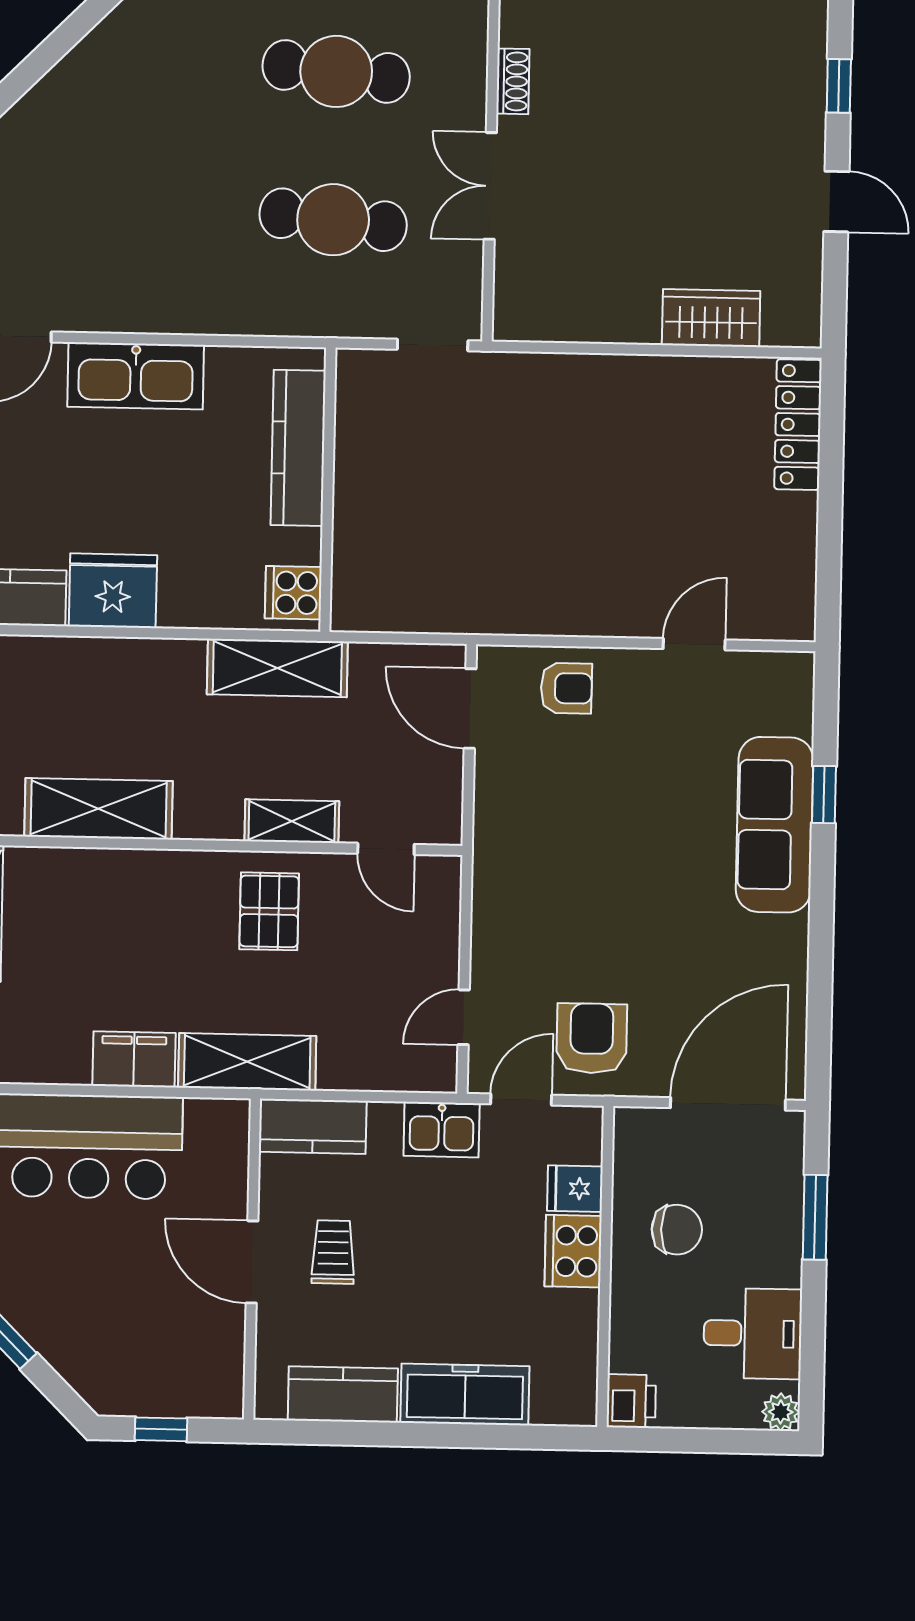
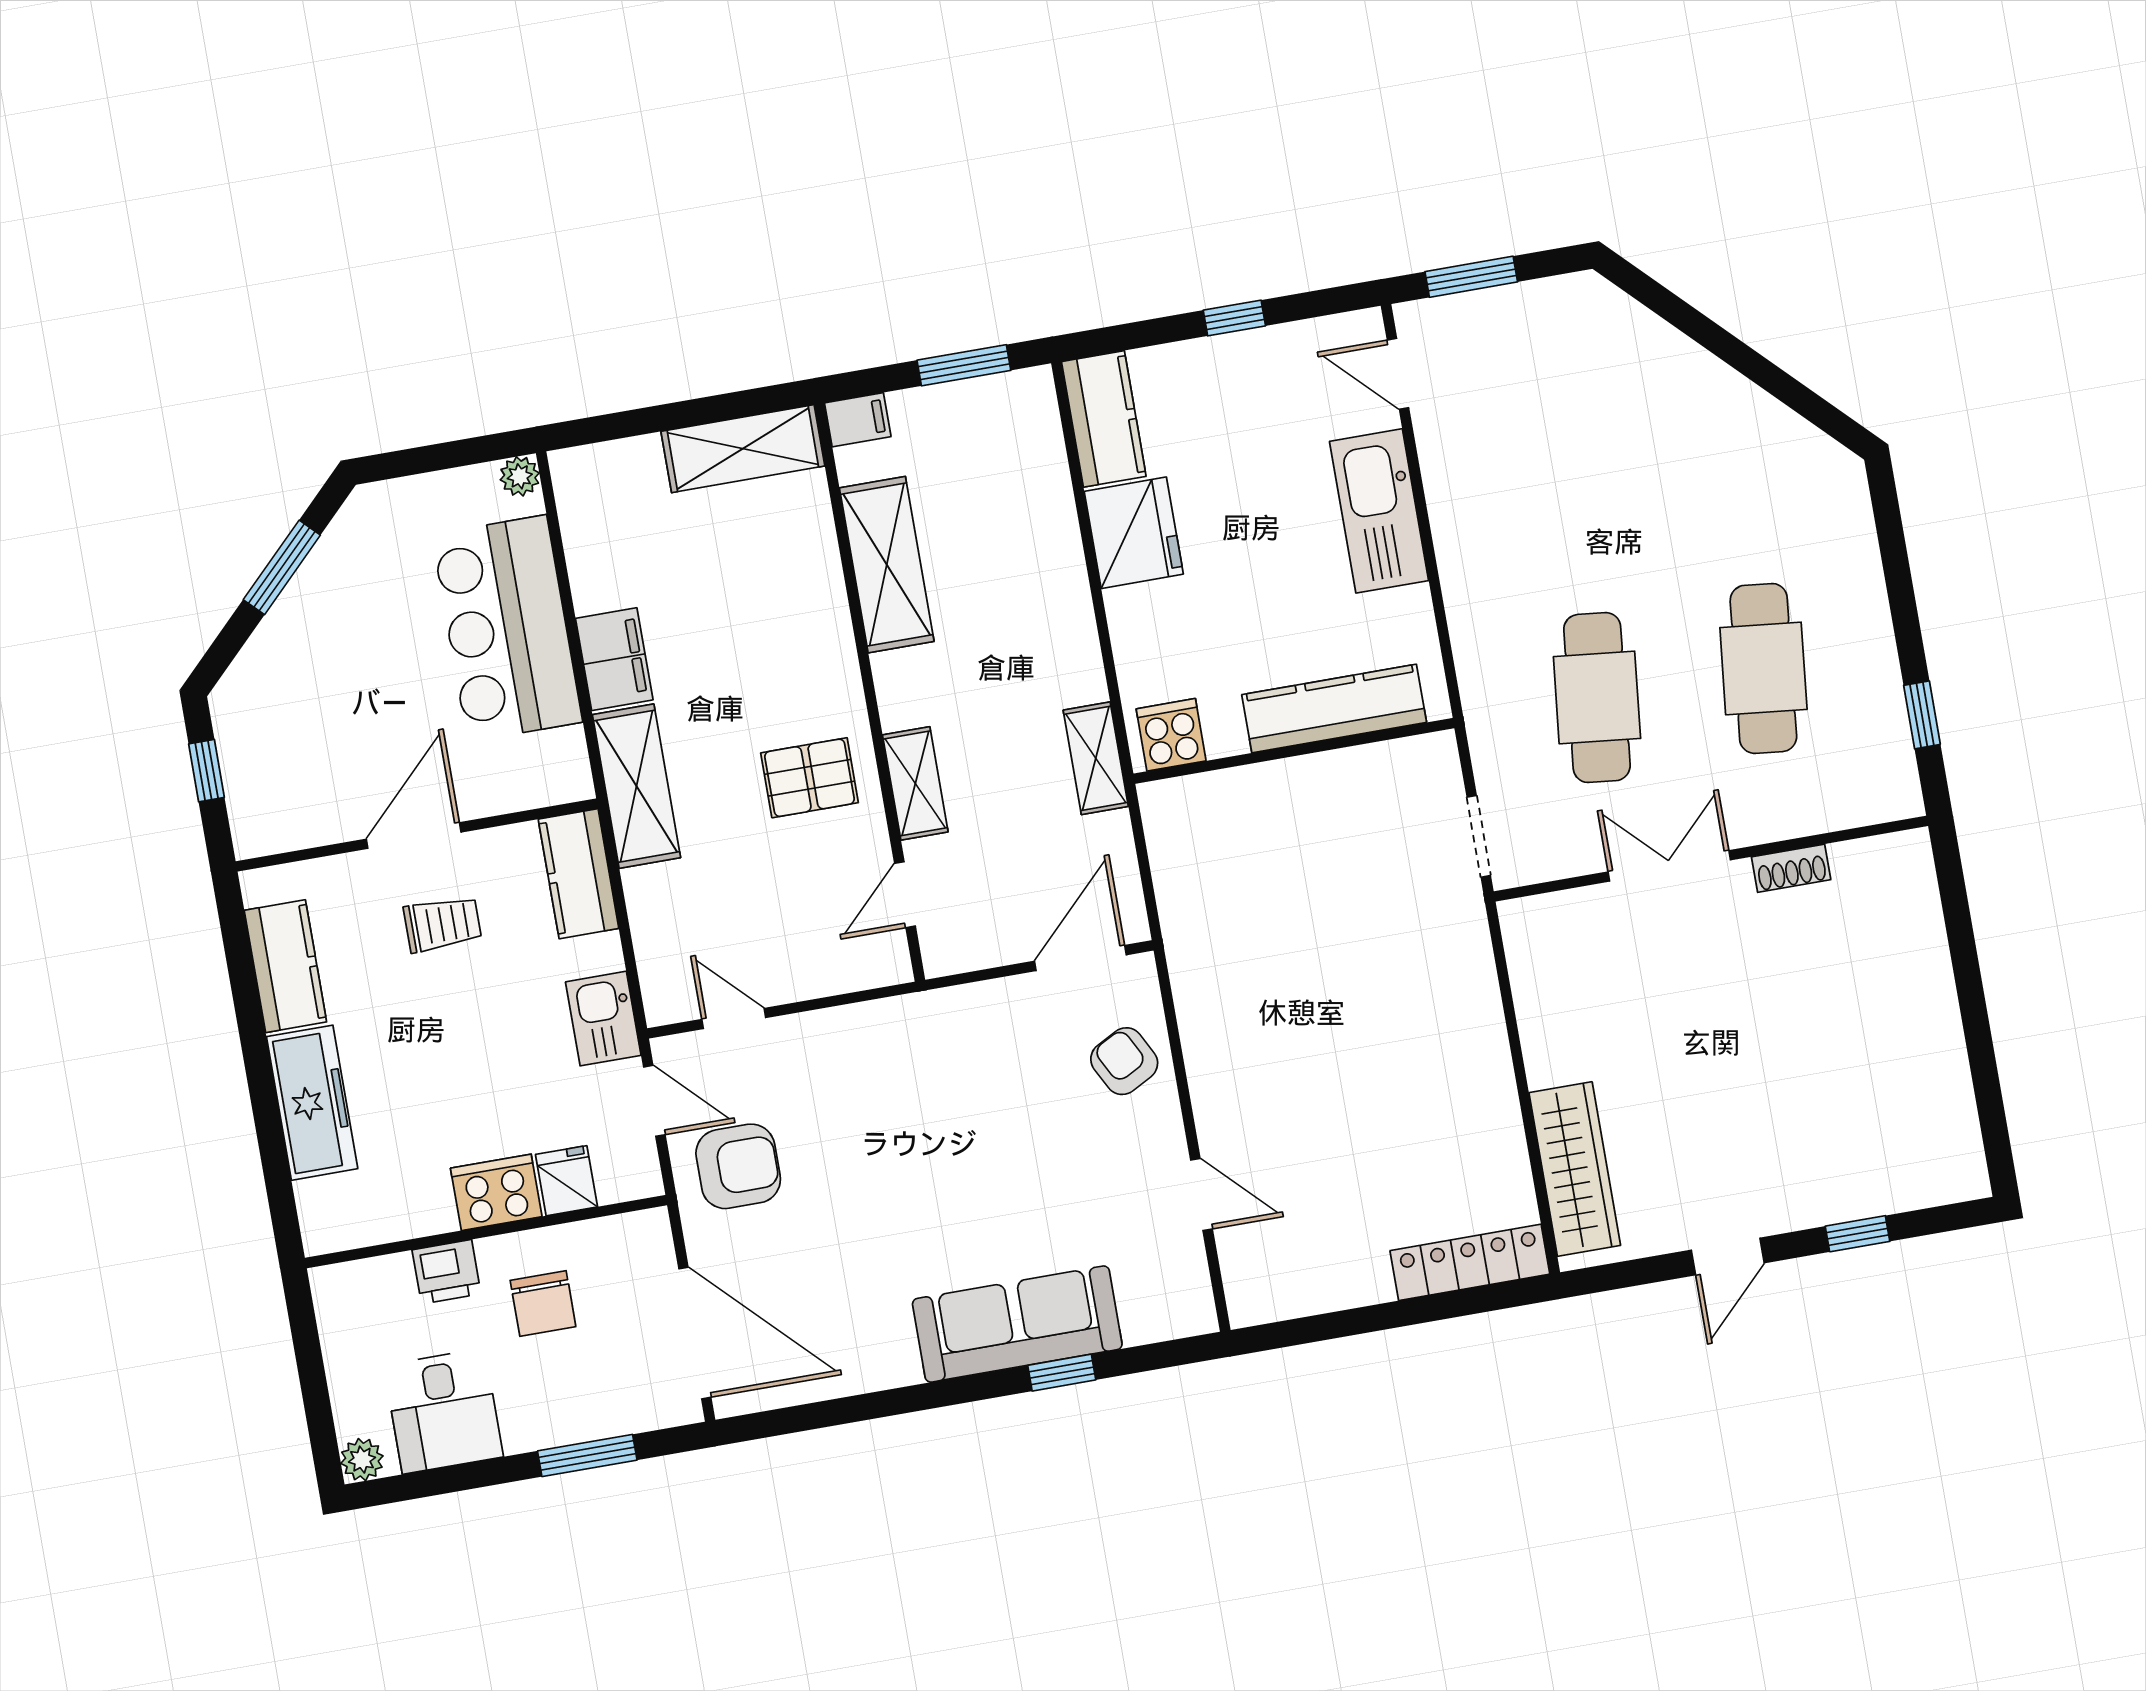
wardrobe: (711, 318) -> (1575, 1169), width x1.50
shelving: (277, 668) -> (1096, 758), width x0.67, depth x0.75
armchair: (566, 688) -> (1124, 1061), turned 152
printer: (631, 1401) -> (447, 1272), moved

